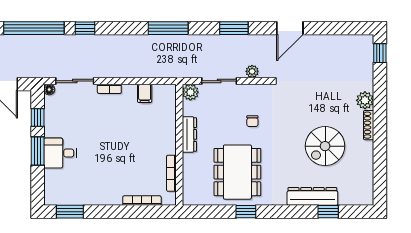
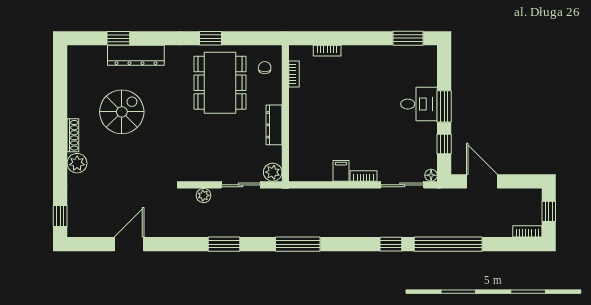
door: (290, 28) -> (129, 244), moved
filing cabinet: (145, 93) -> (341, 171), moved
chair: (252, 121) -> (265, 68), moved
bookcase: (171, 173) -> (294, 74), width x0.64
bookcase: (142, 201) -> (327, 51), width x0.64

